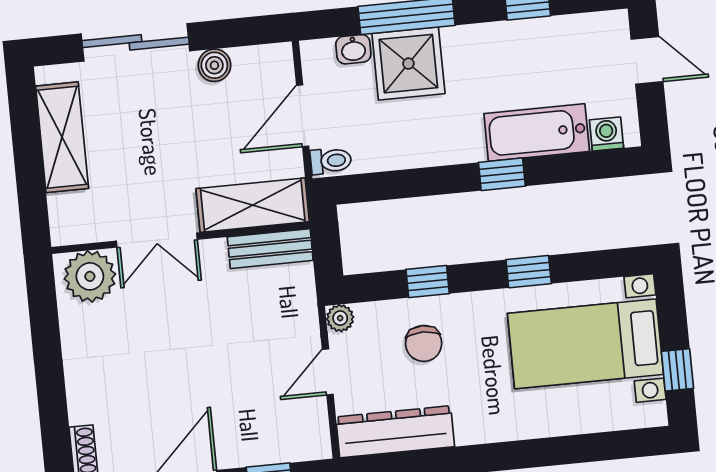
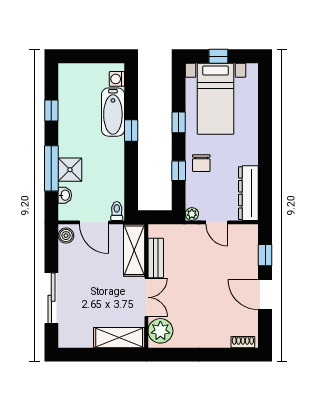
door: (647, 60) -> (84, 56), removed
shower: (408, 64) -> (70, 170), width x0.73, depth x0.73
boiler: (214, 65) -> (66, 236), moved
shelving: (62, 137) -> (119, 338), moved
bench: (270, 249) -> (156, 258), moved
chair: (424, 343) -> (201, 163), moved, turned 90
window: (677, 370) -> (218, 56), moved

